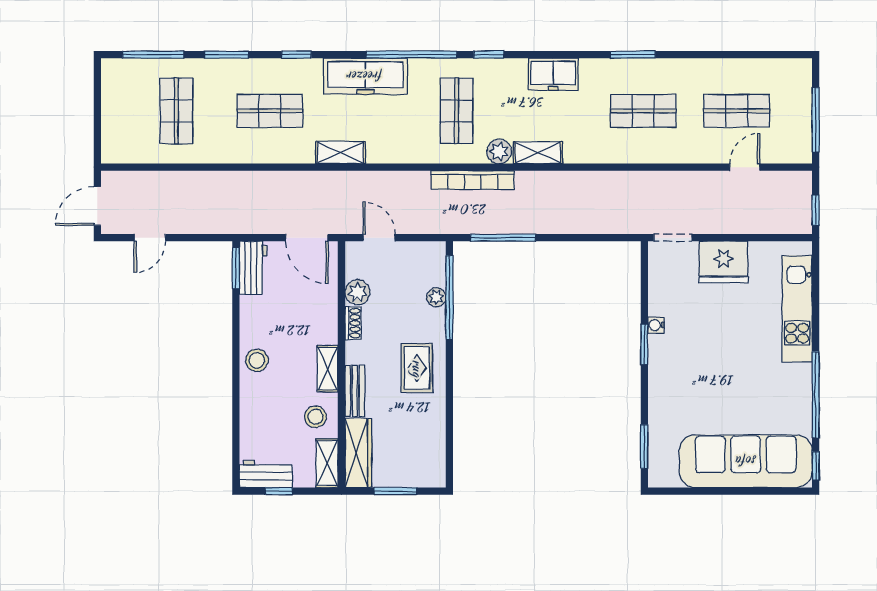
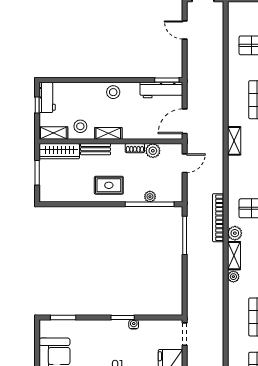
plant: (574, 154) -> (233, 277), added
workbench: (253, 268) -> (161, 90), width x1.38

